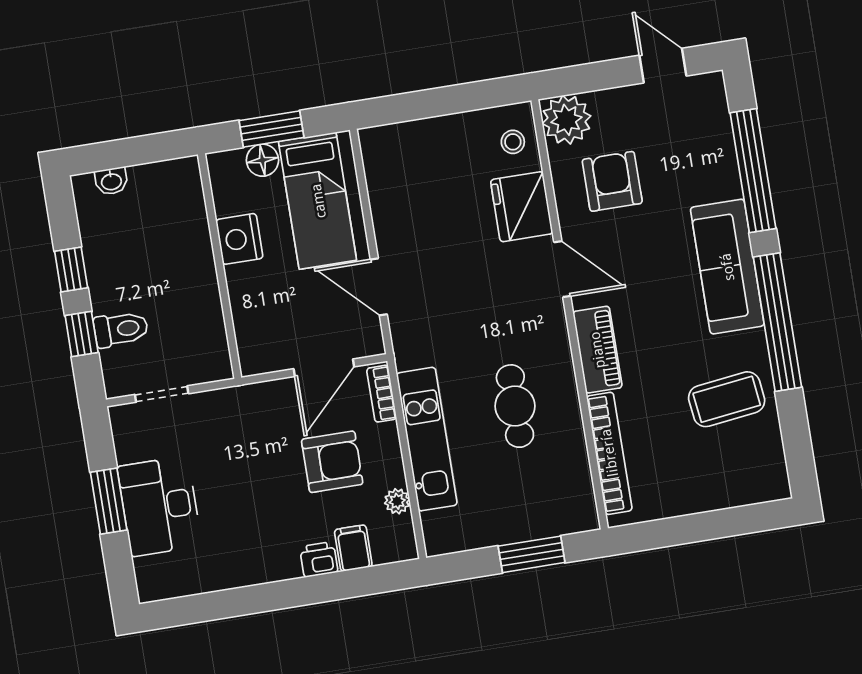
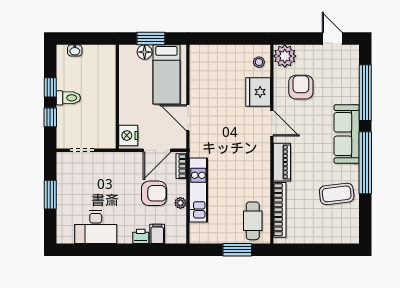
nightstand: (239, 239) -> (128, 135), moved
toilet: (121, 329) -> (68, 98), moved
cafe table: (515, 406) -> (253, 221), moved
plant: (397, 501) -> (180, 203), moved
desk: (159, 506) -> (96, 227), moved, turned -90

